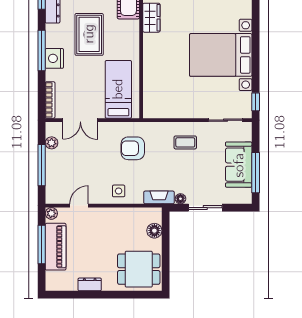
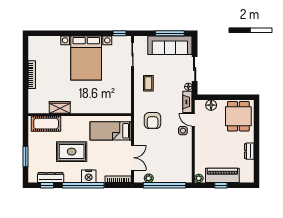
window: (42, 51) -> (83, 185), width x1.46
window: (42, 165) -> (165, 185), width x1.46
sofa: (239, 165) -> (170, 45), width x1.36
door: (79, 206) -> (193, 120), moved
window: (42, 245) -> (221, 185), width x0.46

